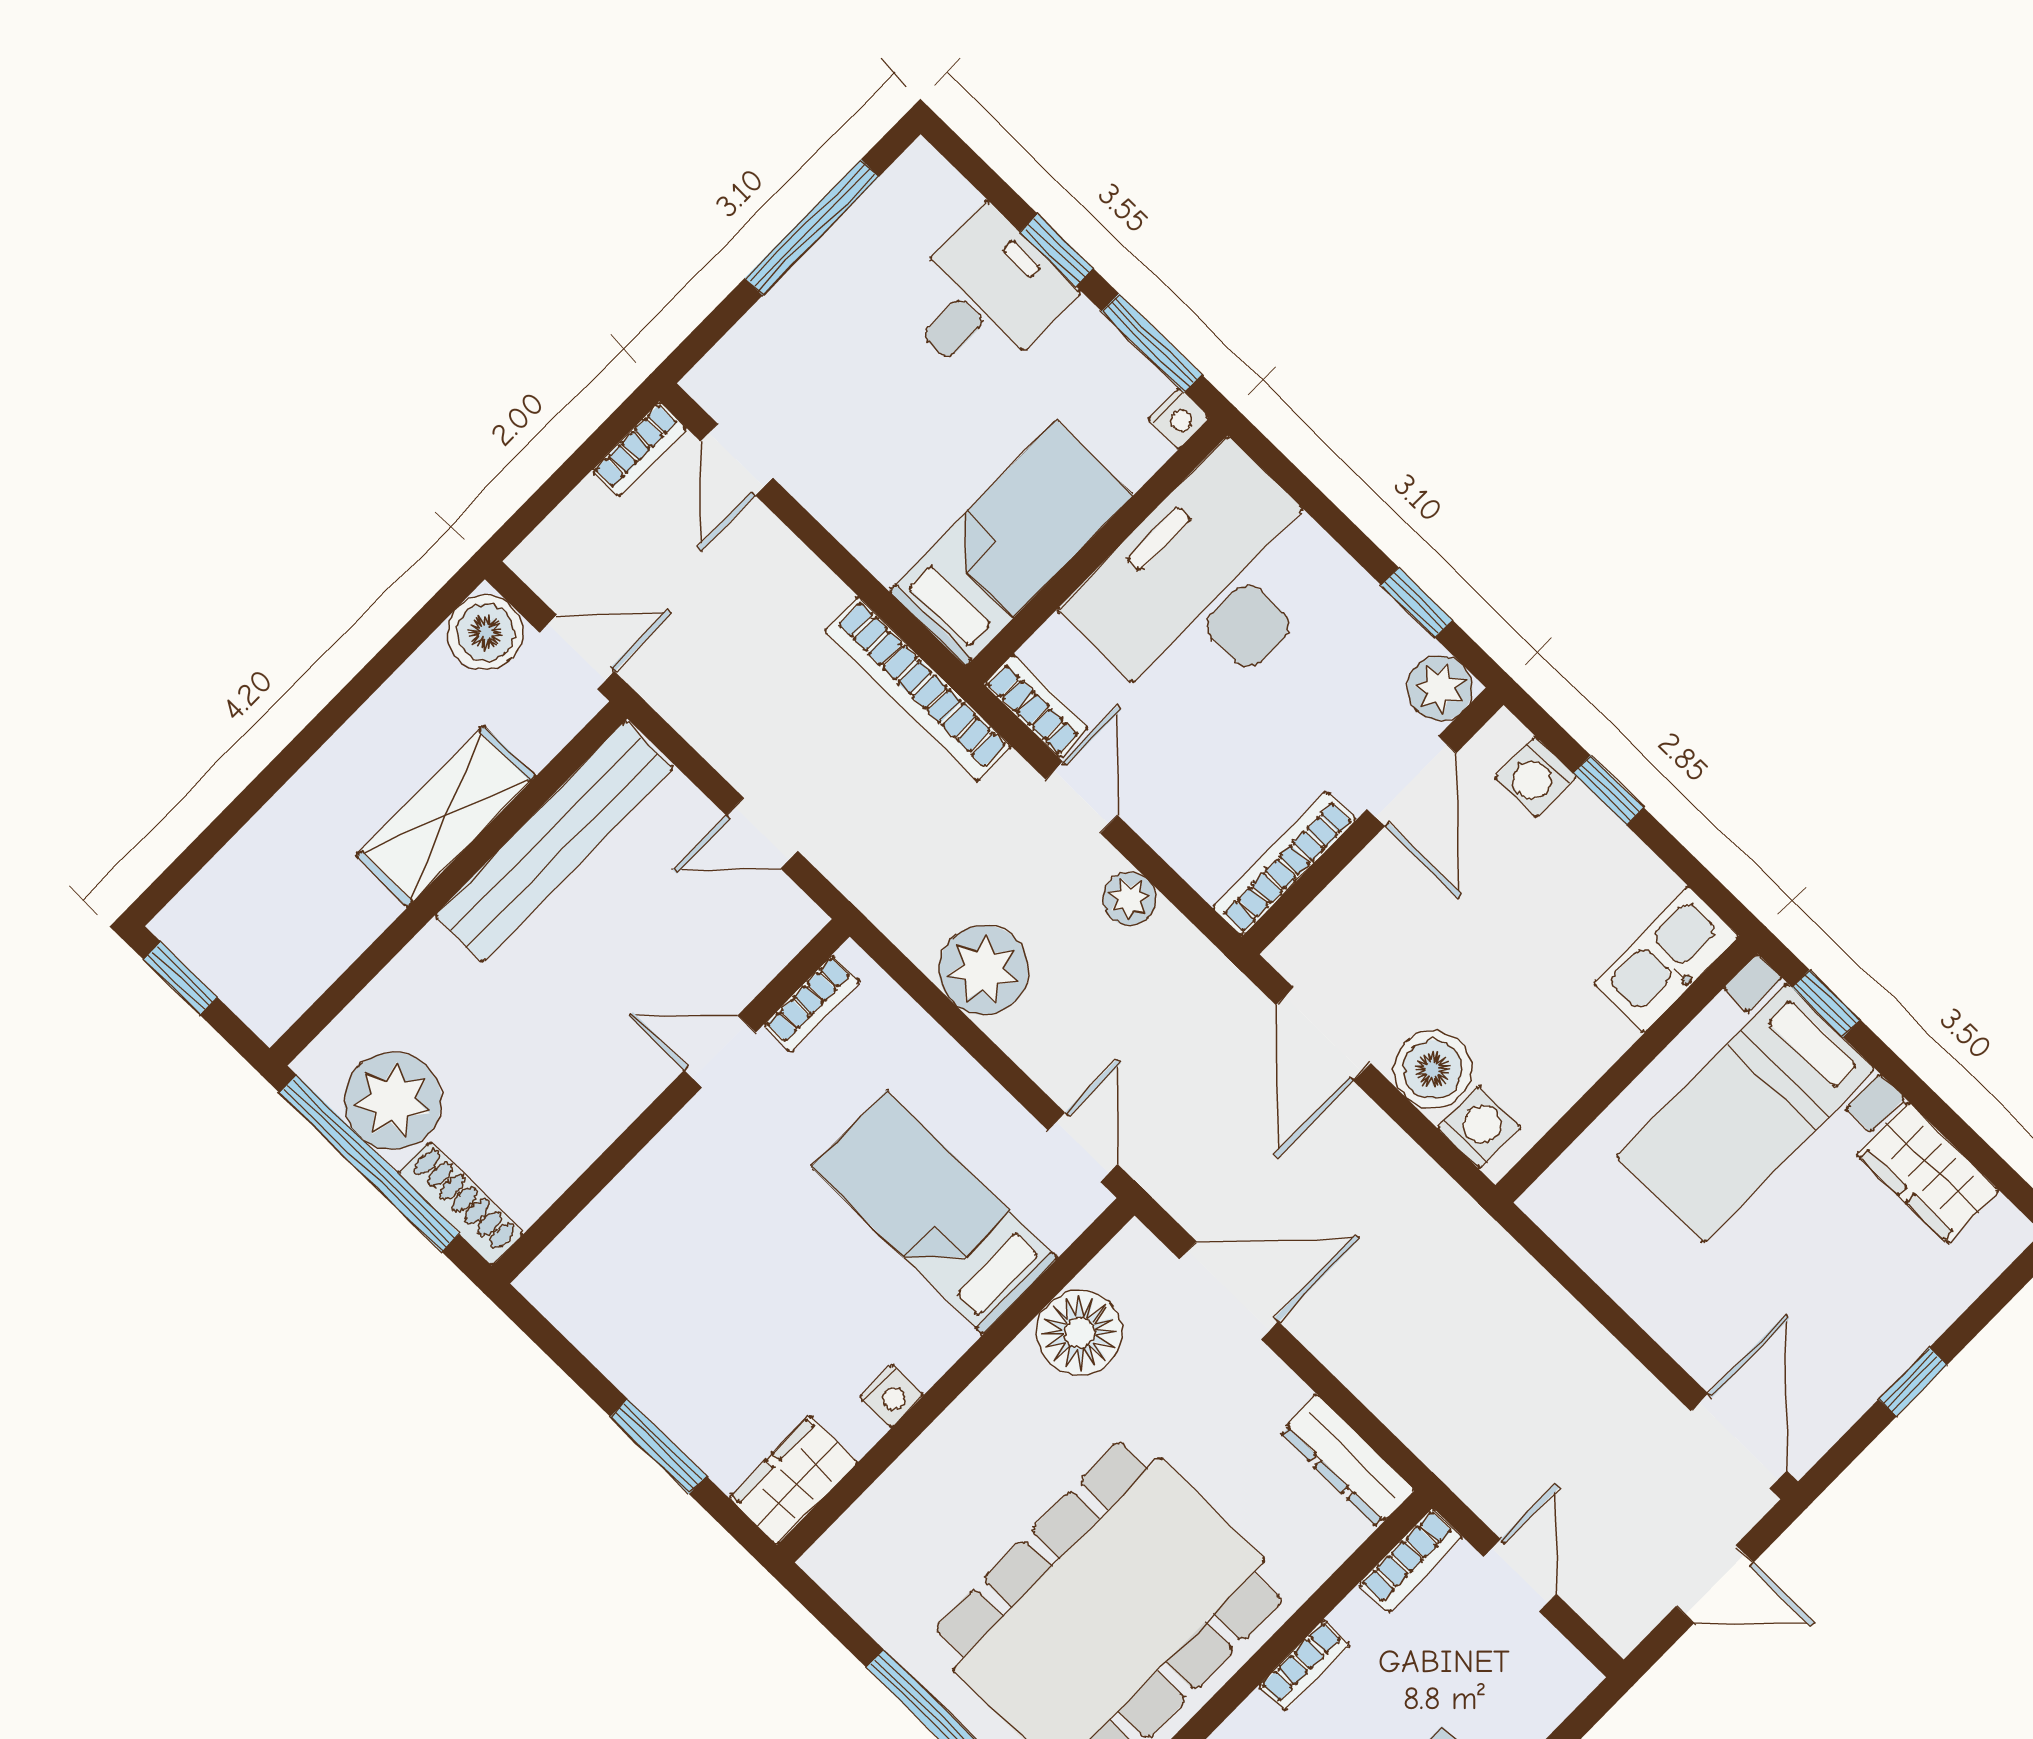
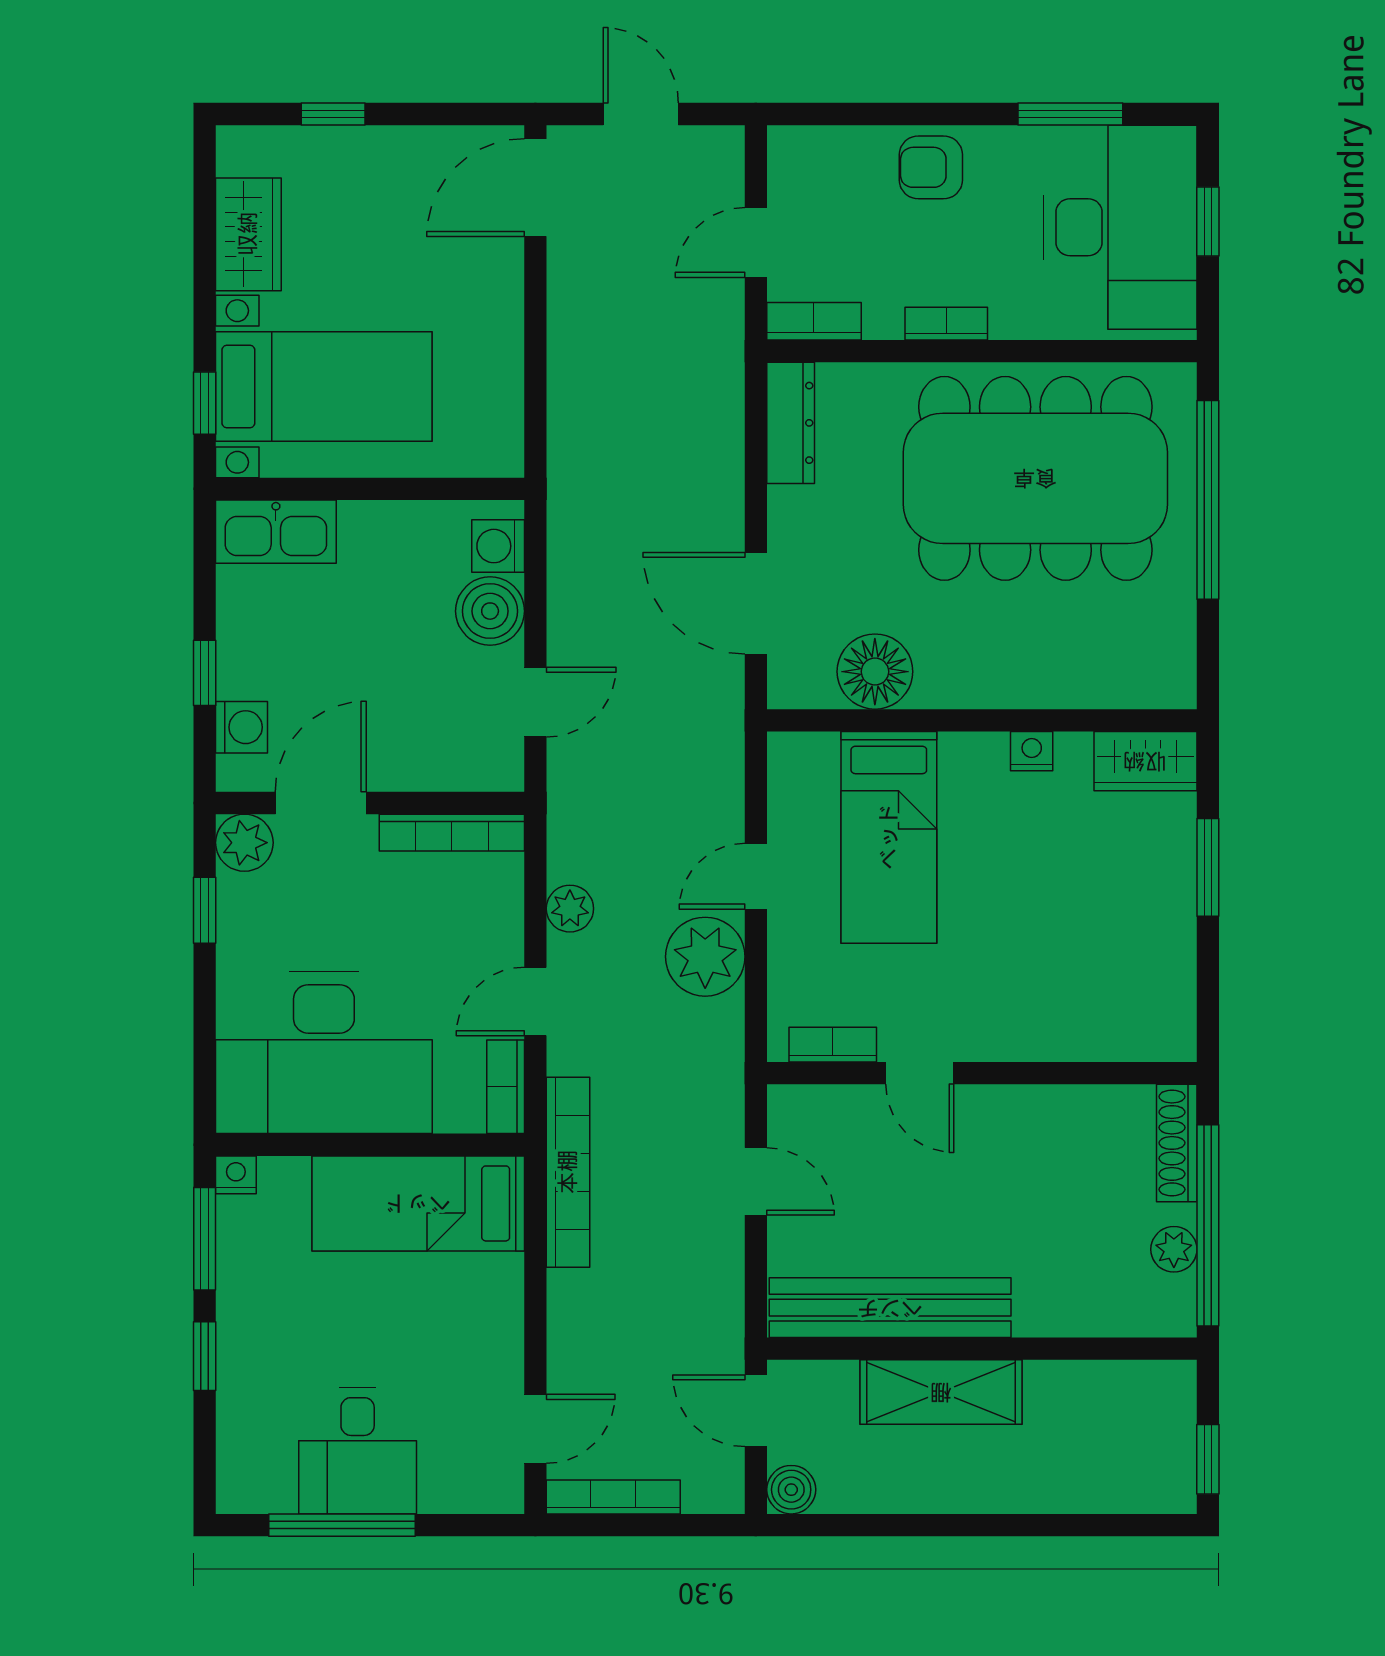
desk: (984, 297) -> (358, 1451), moved, turned -90
bookcase: (639, 449) -> (613, 1497), width x1.56
boiler: (485, 632) -> (791, 1490), width x0.73, depth x0.73
door: (1323, 1034) -> (535, 702), width x0.73
plant: (393, 1101) -> (1174, 1249), width x0.53, depth x0.53
door: (1083, 1147) -> (756, 876), moved
window: (1913, 1382) -> (333, 114), moved

